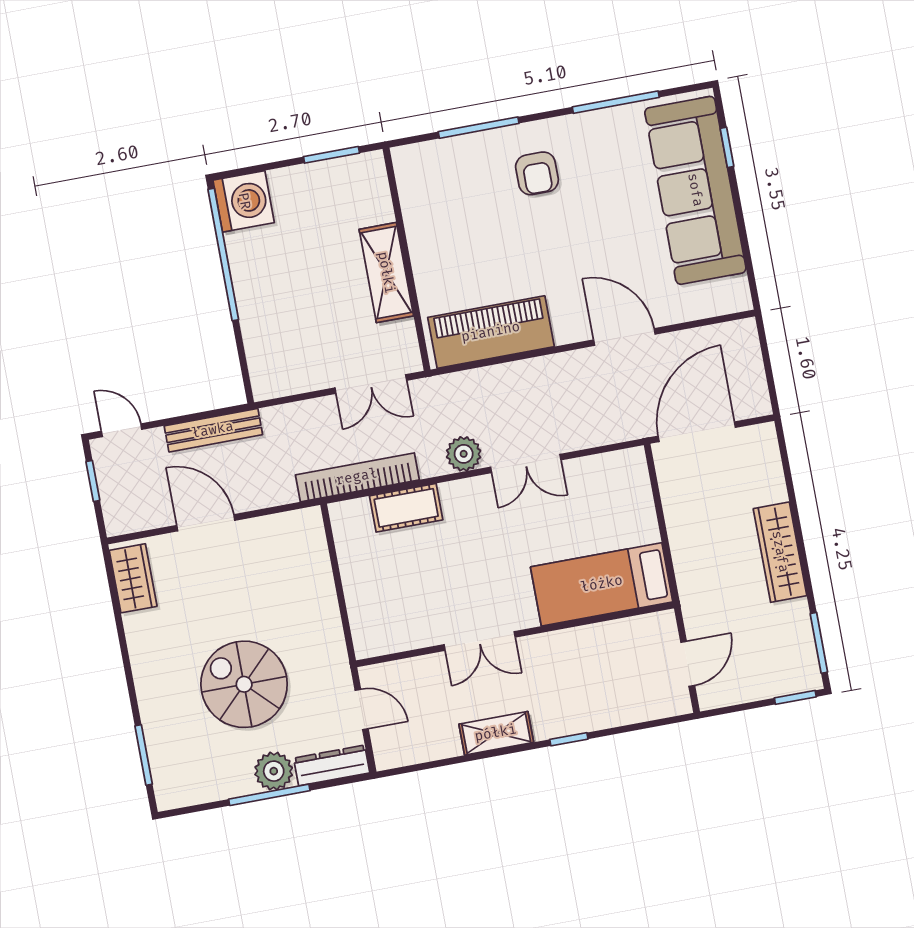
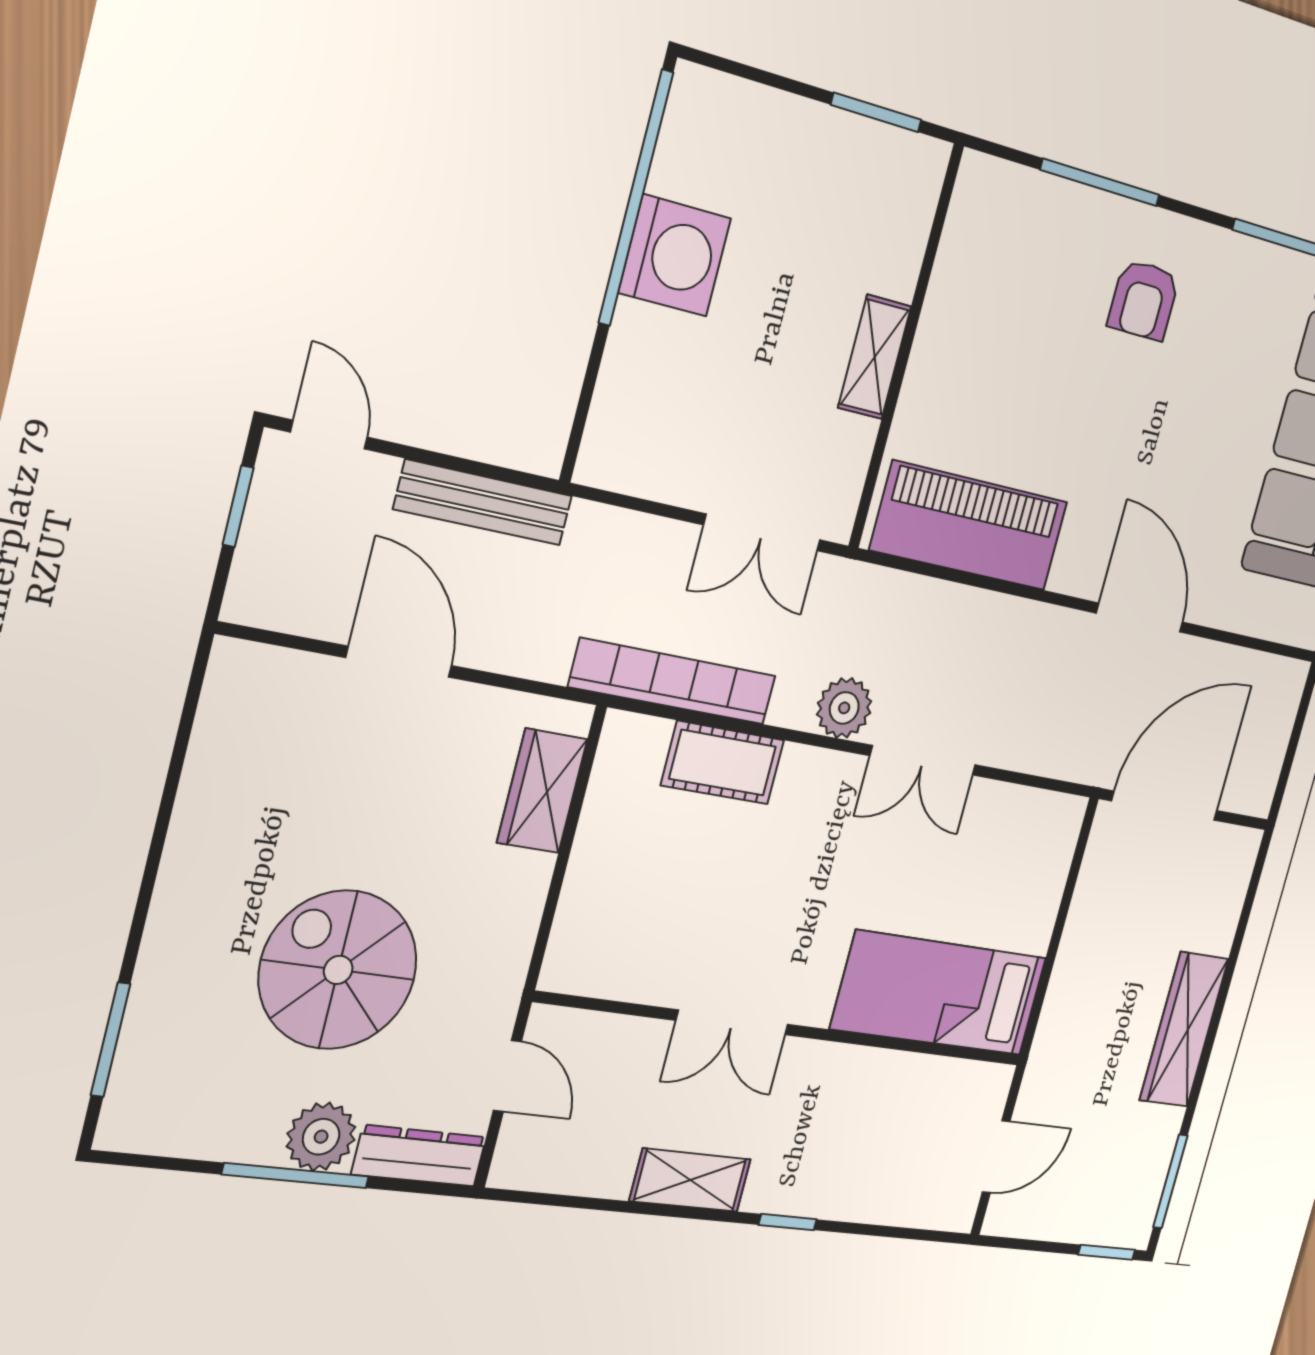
washing machine: (244, 201) -> (675, 255), moved
shelving: (386, 273) -> (875, 357), width x0.67, depth x0.75
wardrobe: (133, 578) -> (542, 791), moved, turned 180

